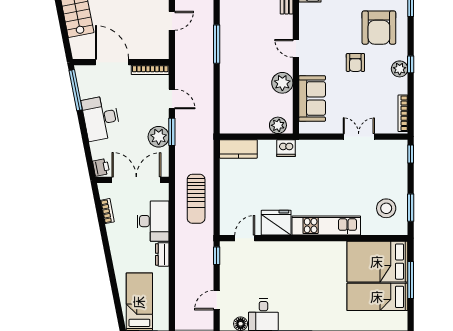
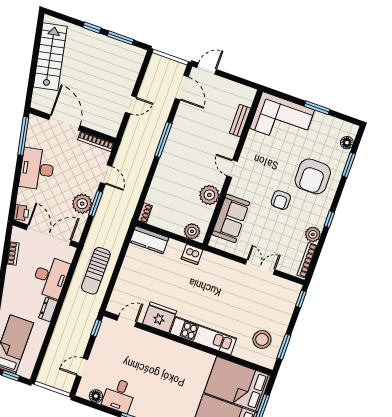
plant: (400, 69) -> (313, 234), moved
shoe rack: (225, 124) -> (145, 213), added

